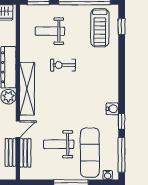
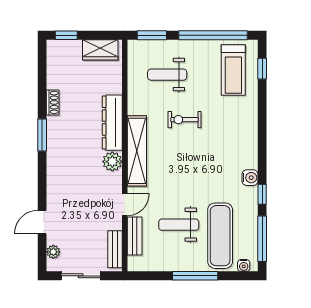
bench: (11, 152) -> (115, 249), moved

